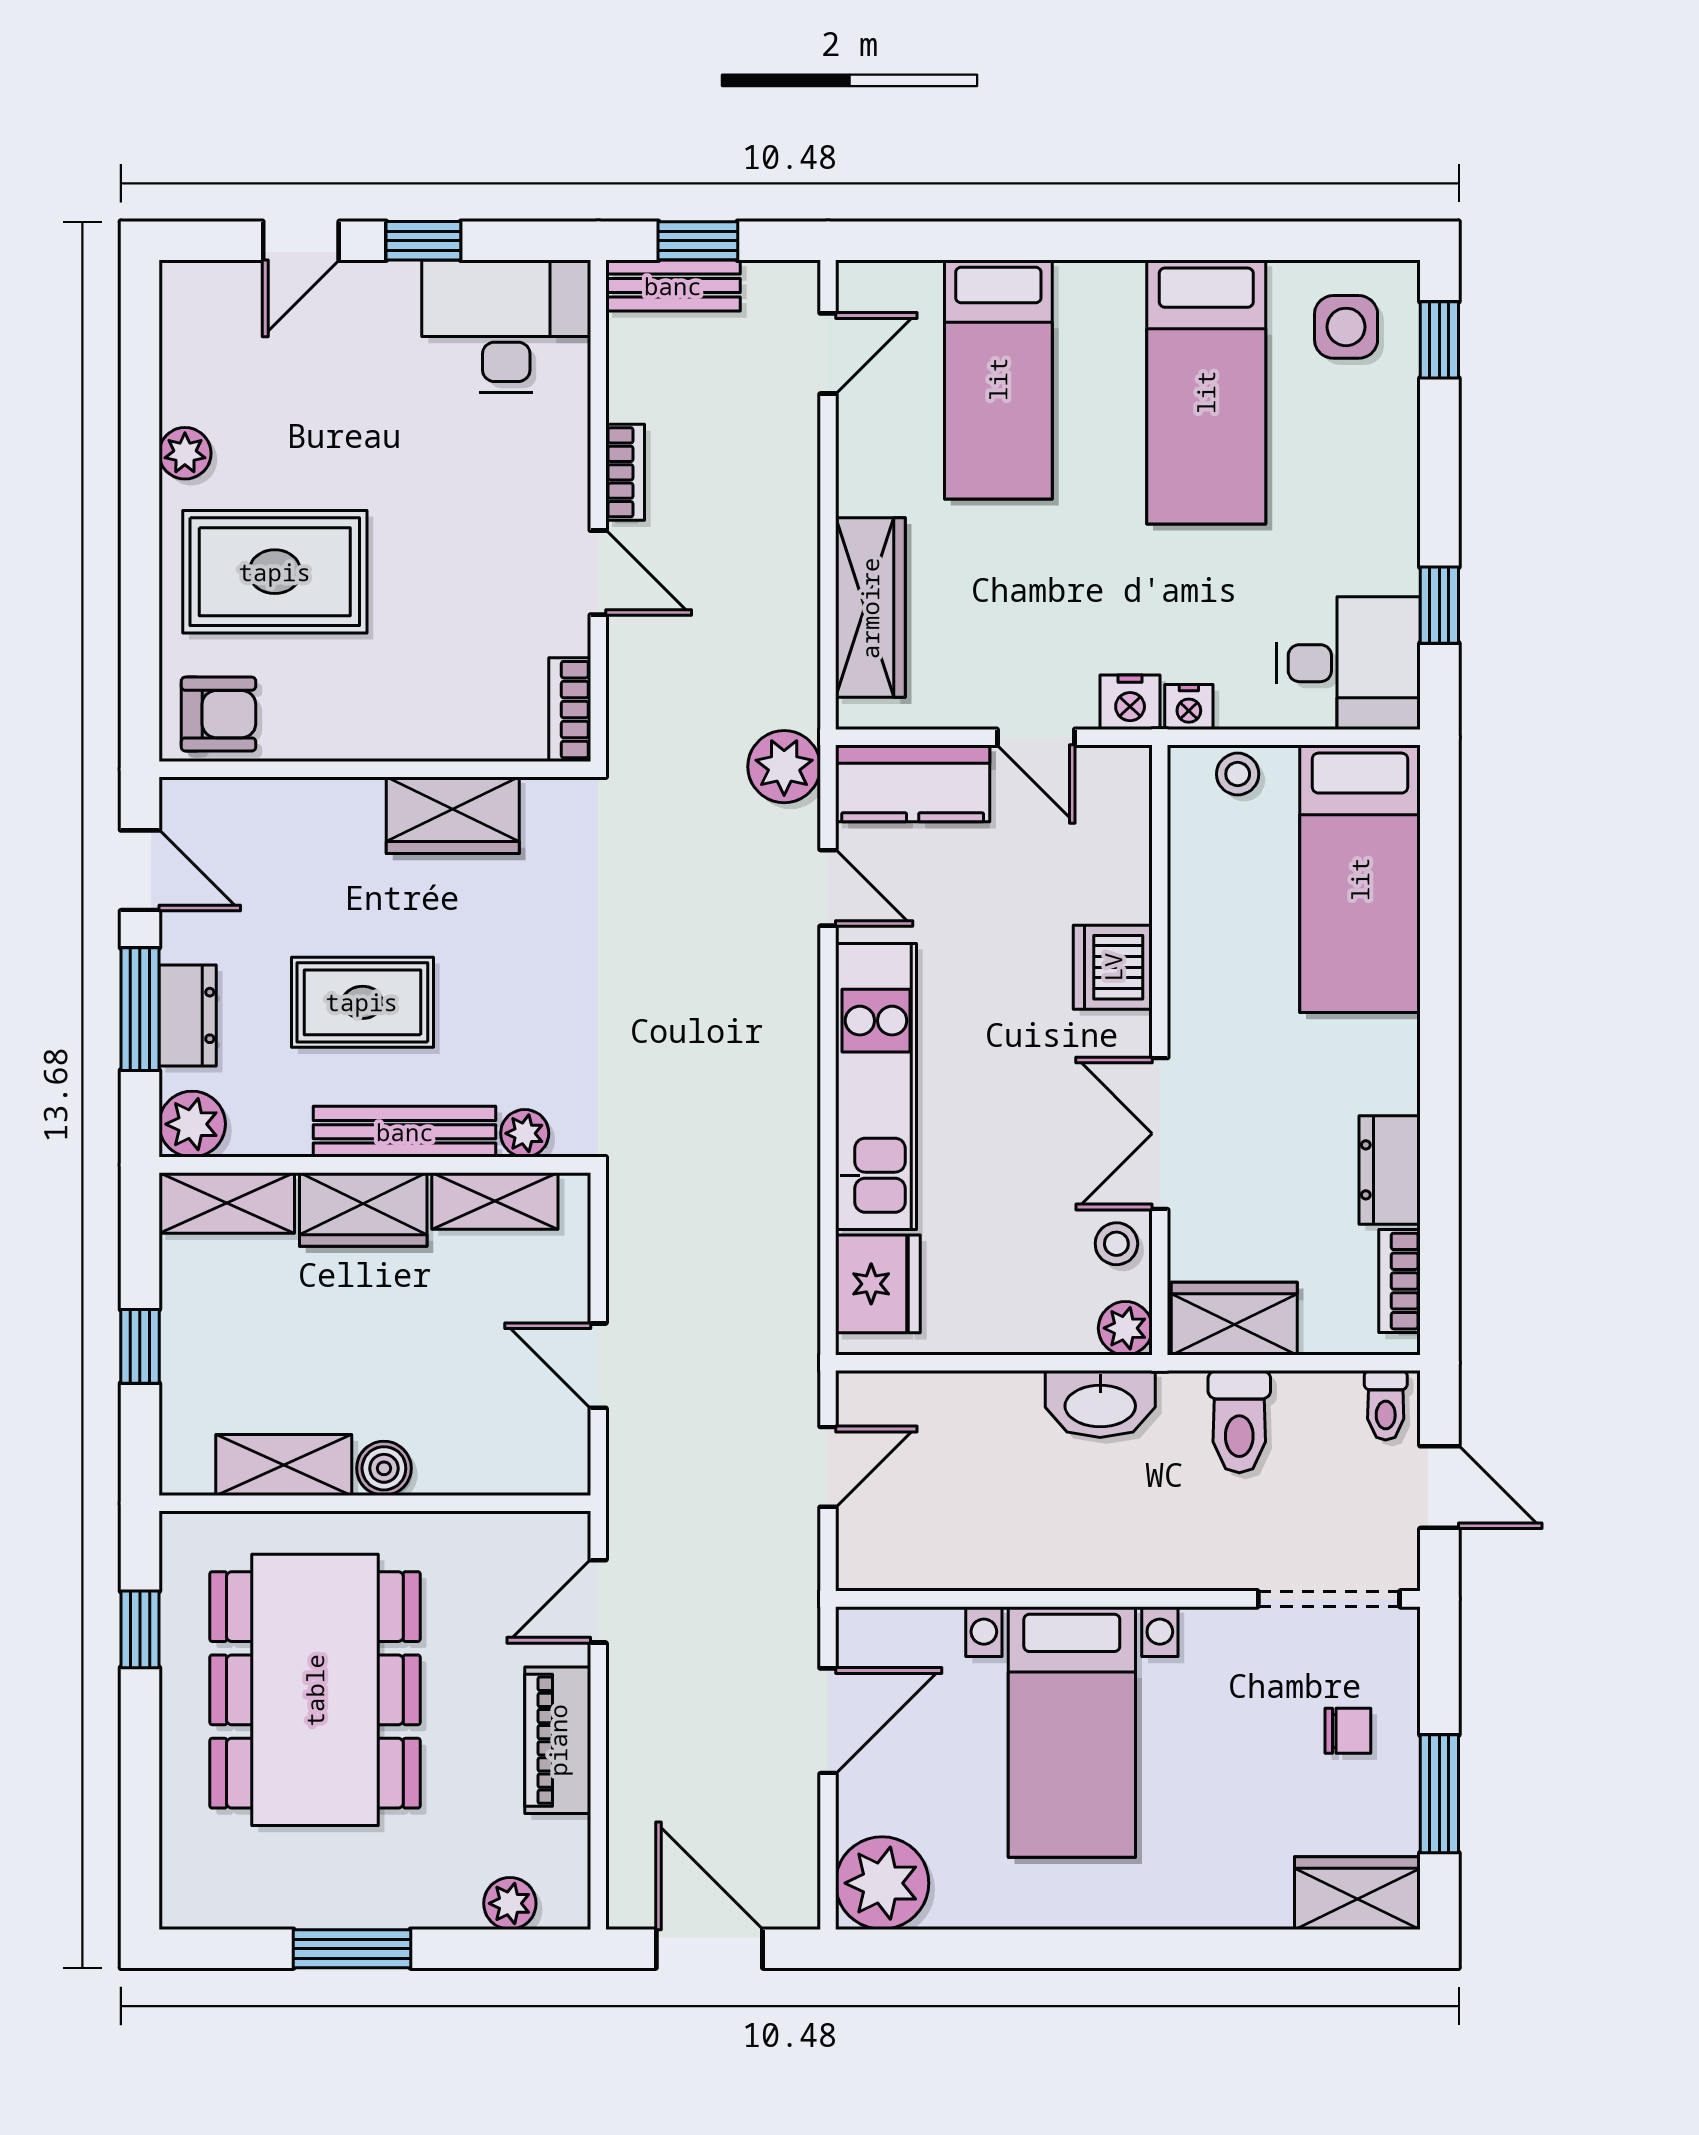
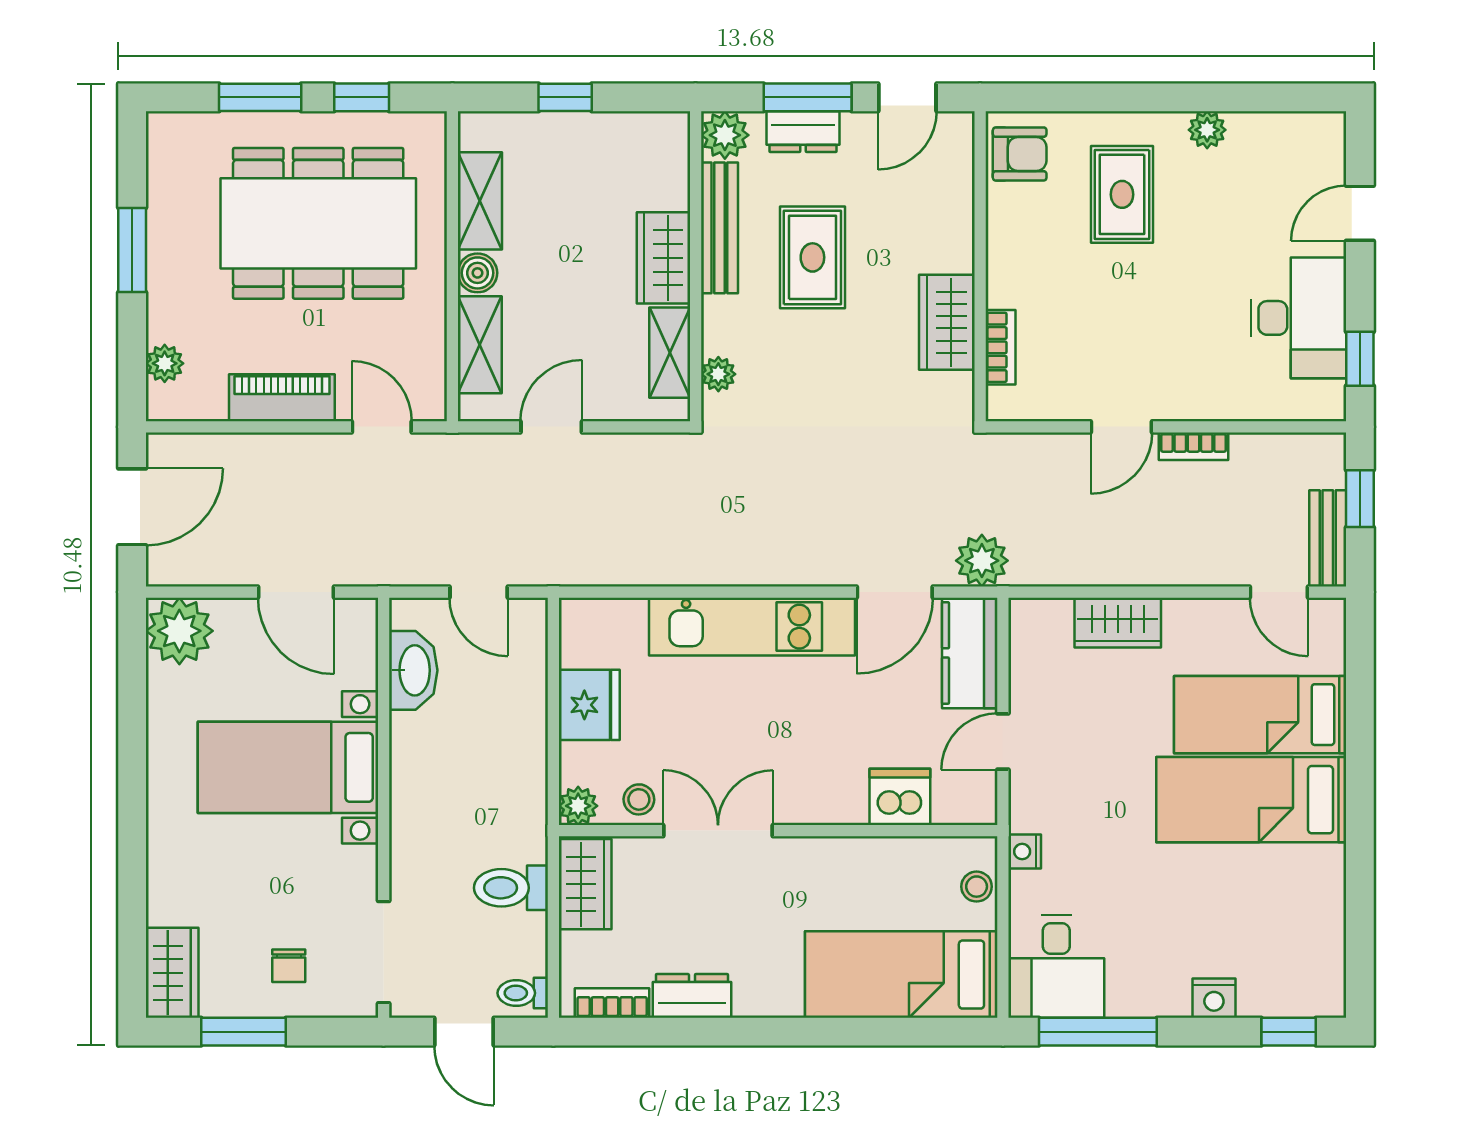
door: (301, 241) -> (1360, 213), hinge flipped
window: (423, 241) -> (1360, 359), moved
bench: (673, 286) -> (1328, 538), moved
desk: (506, 326) -> (1299, 318), moved
side table: (1346, 327) -> (1298, 965), removed
bed: (1206, 392) -> (1251, 800), moved
rug: (275, 572) -> (1122, 194), width x0.73, depth x0.70
window: (1439, 605) -> (1098, 1032), width x2.17
wardrobe: (870, 608) -> (1118, 623), width x0.67
nightstand: (1130, 702) -> (1214, 998), moved, turned -90
bookcase: (570, 710) -> (1000, 347), moved, turned 90
armchair: (219, 714) -> (1020, 154), turned -90
door: (828, 888) -> (895, 592), width x1.38
dishwasher: (1113, 967) -> (900, 797), moved
bench: (405, 1132) -> (719, 228), moved
shelving: (227, 1203) -> (480, 345), moved
fridge: (878, 1284) -> (589, 705), moved, turned -90
washbasin: (1100, 1404) -> (413, 670), moved, turned 180
door: (1439, 1487) -> (464, 1032), hinge flipped
window: (140, 1771) -> (260, 97), added

